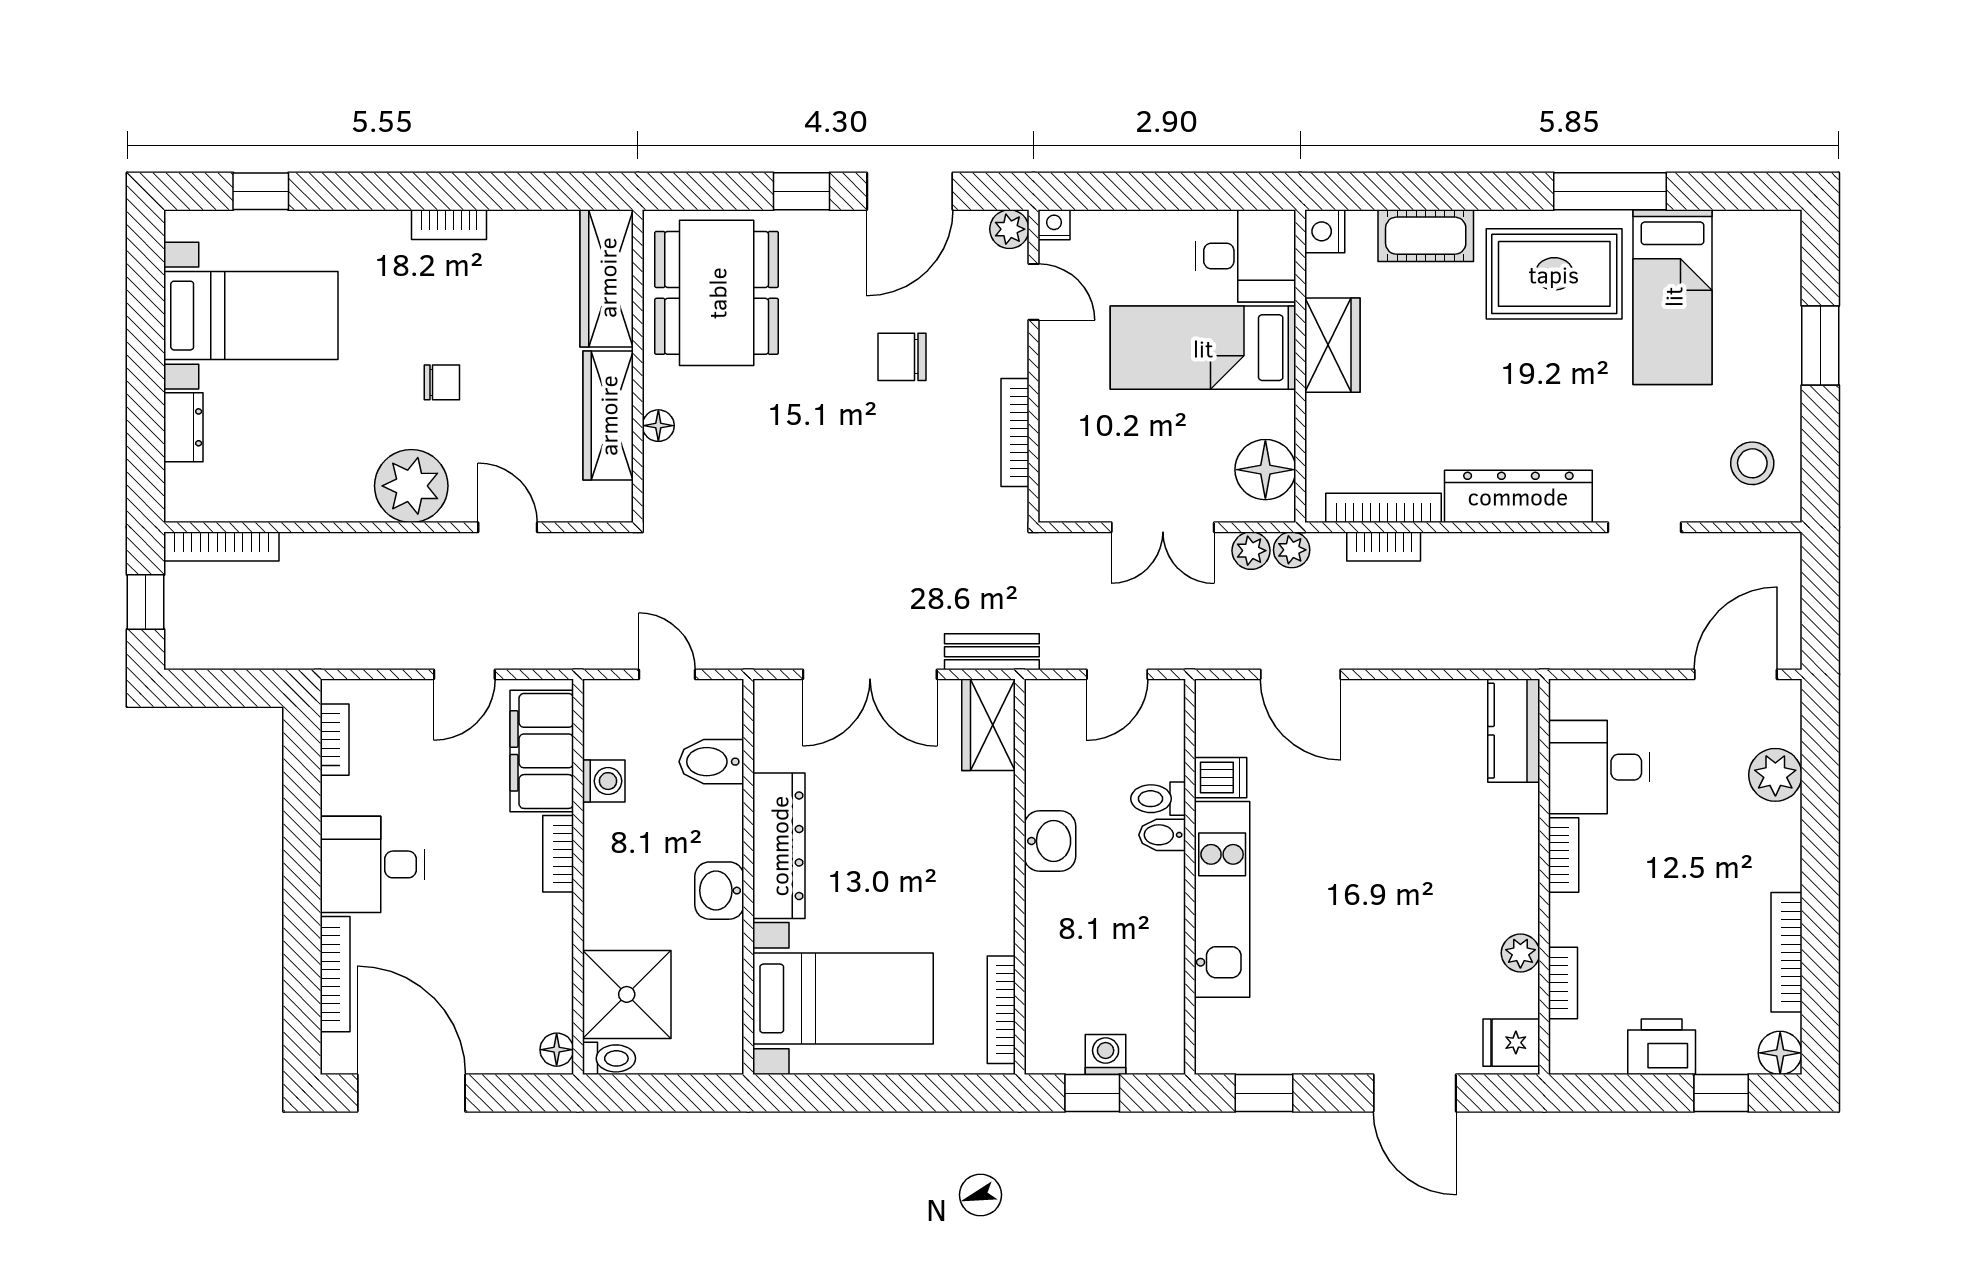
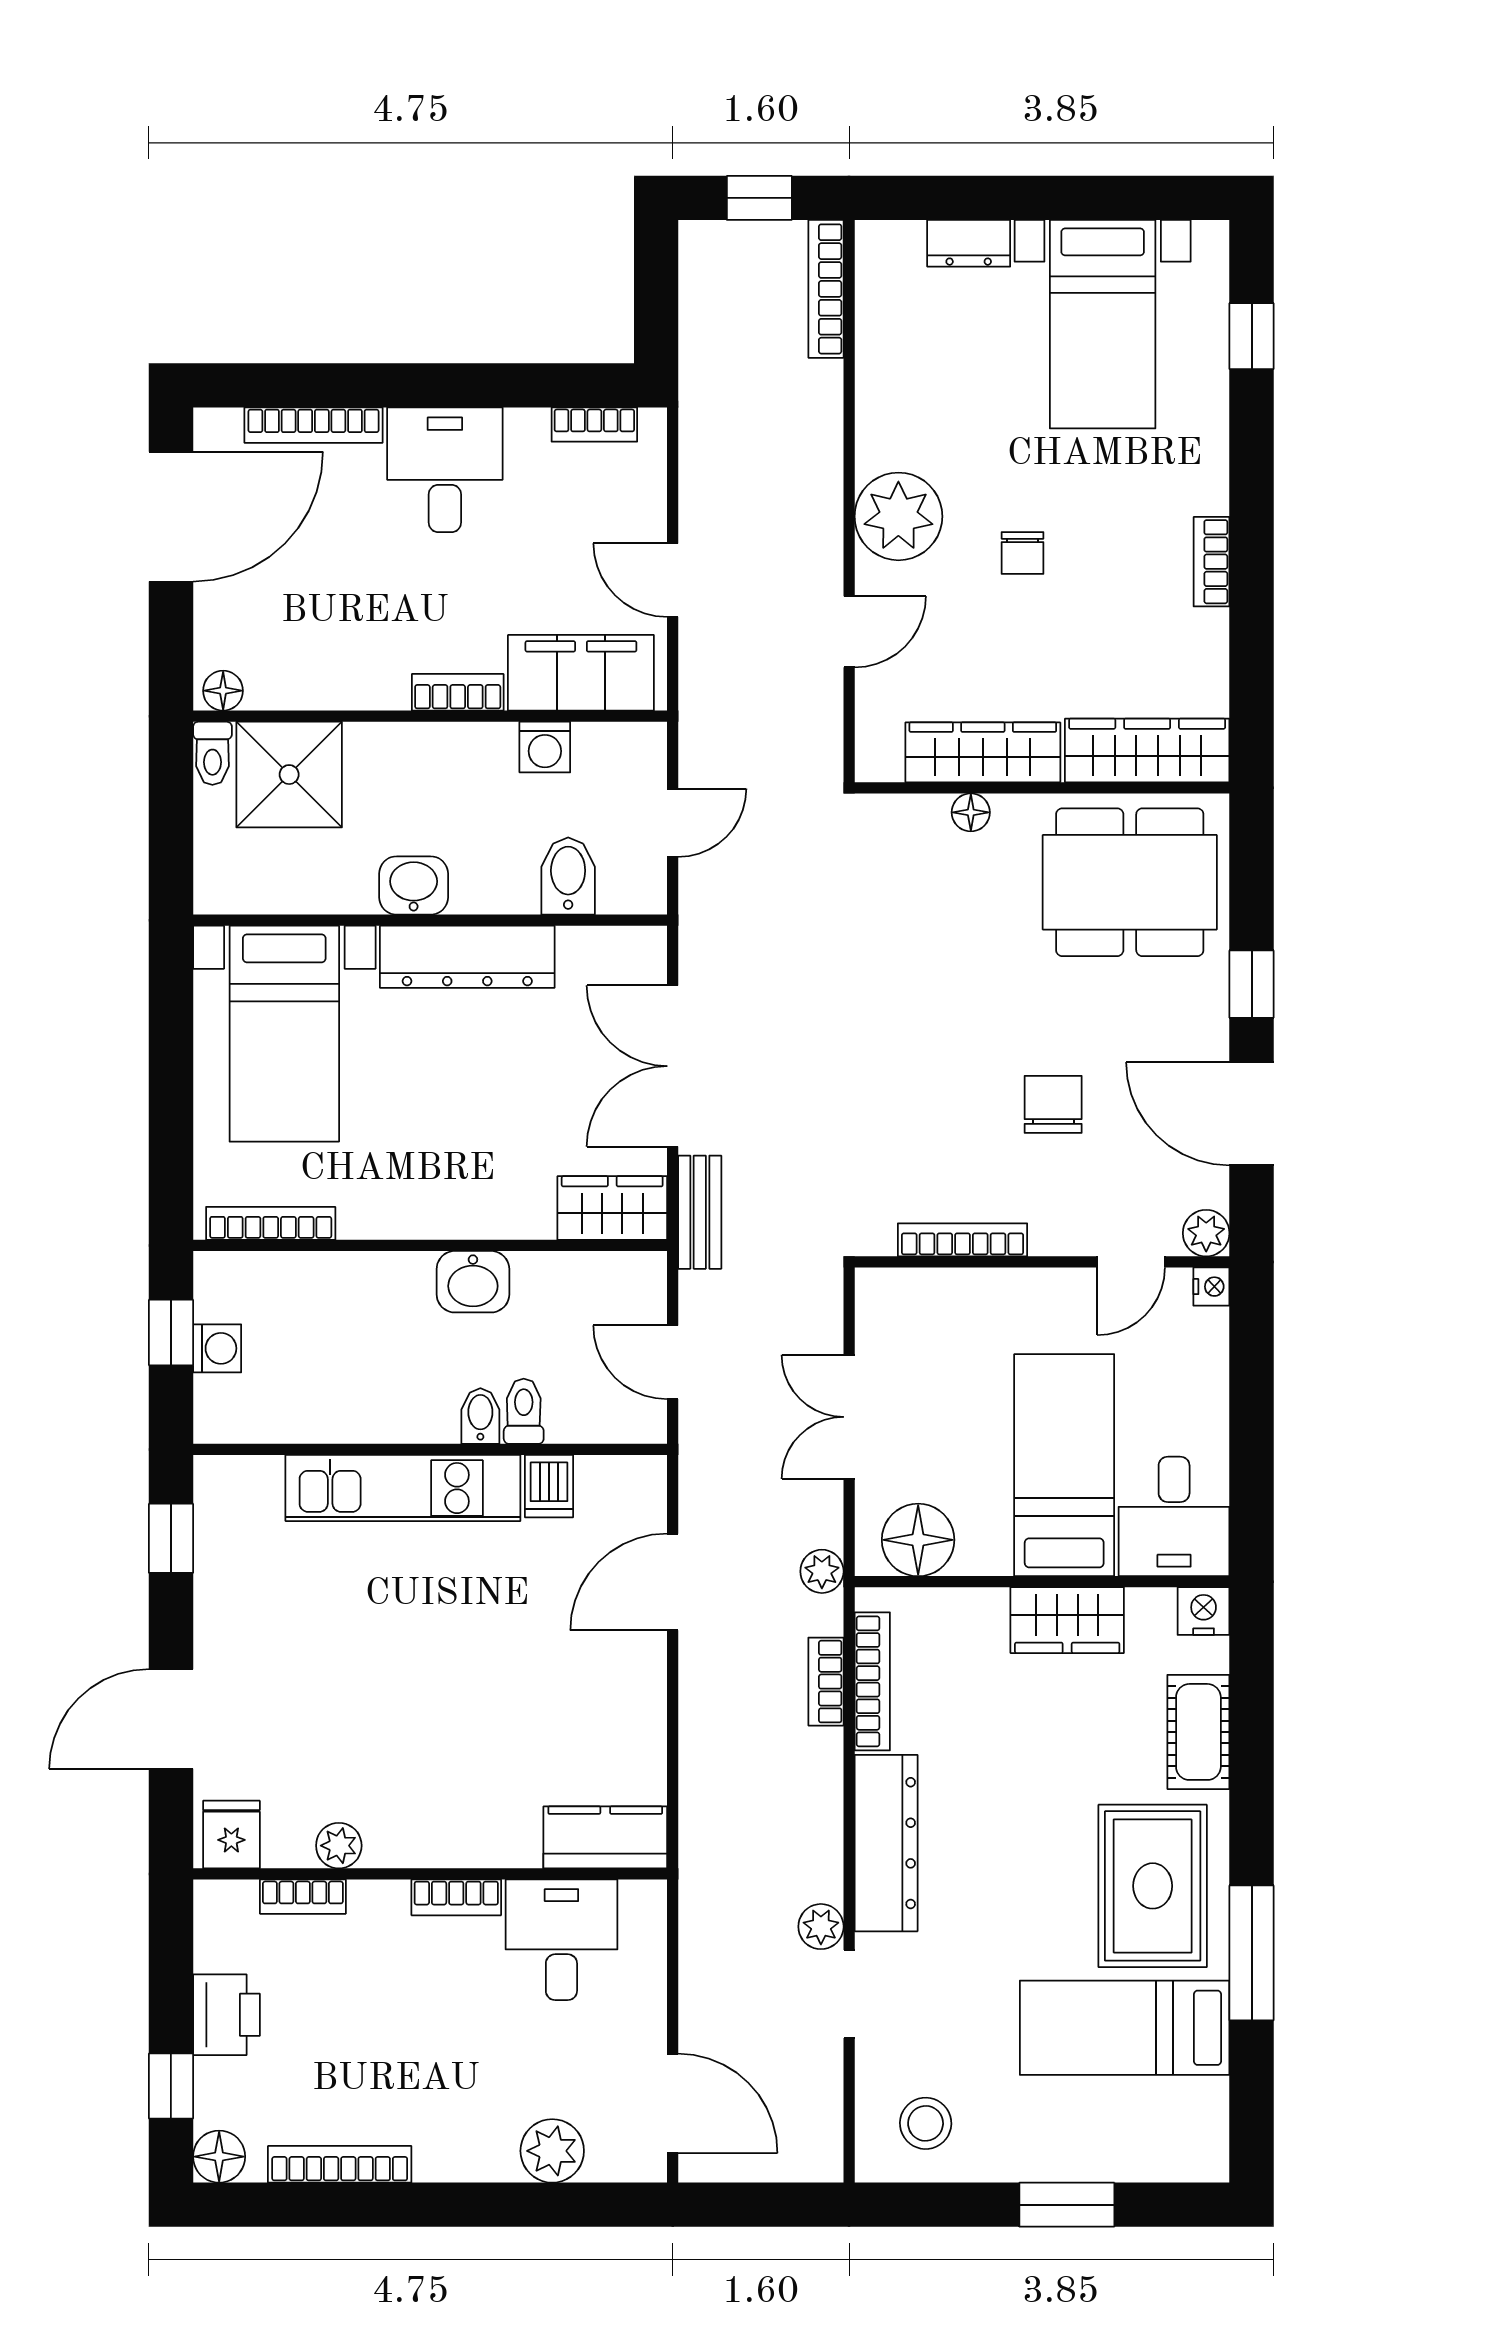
plant: (1251, 551) -> (821, 1927), moved

